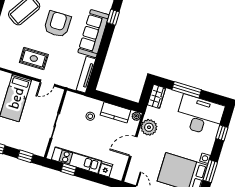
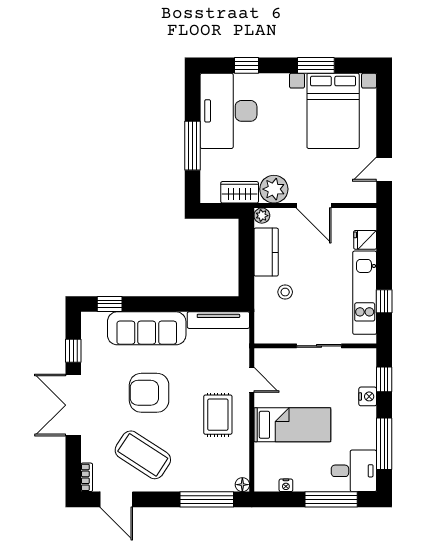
wardrobe: (156, 96) -> (240, 192), moved
nightstand: (19, 144) -> (368, 396), added

